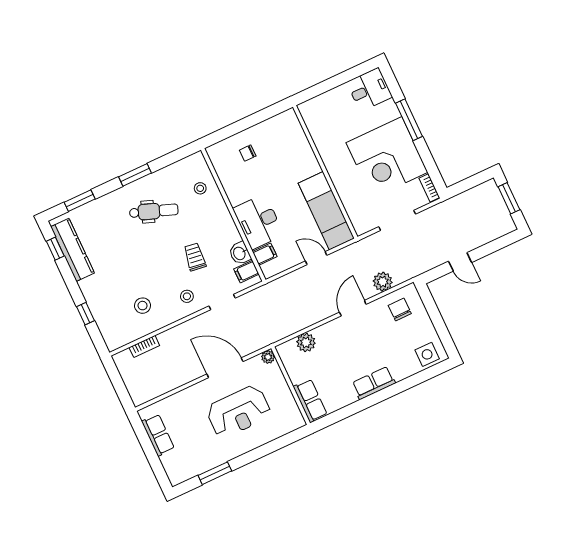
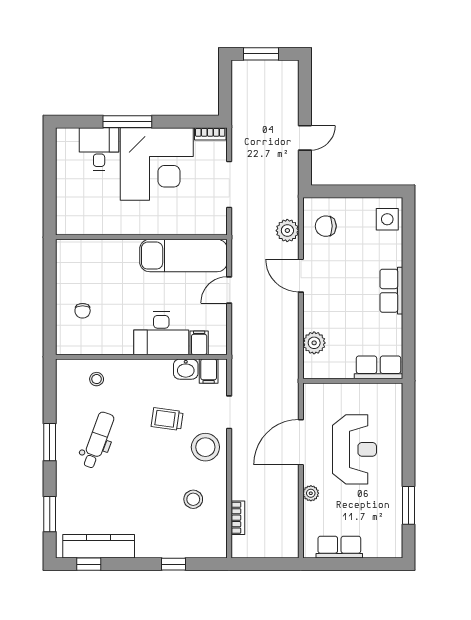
desk: (369, 90) -> (99, 149), moved
stool: (187, 296) -> (205, 447), width x1.89, depth x1.89
plant: (268, 357) -> (311, 493), moved

